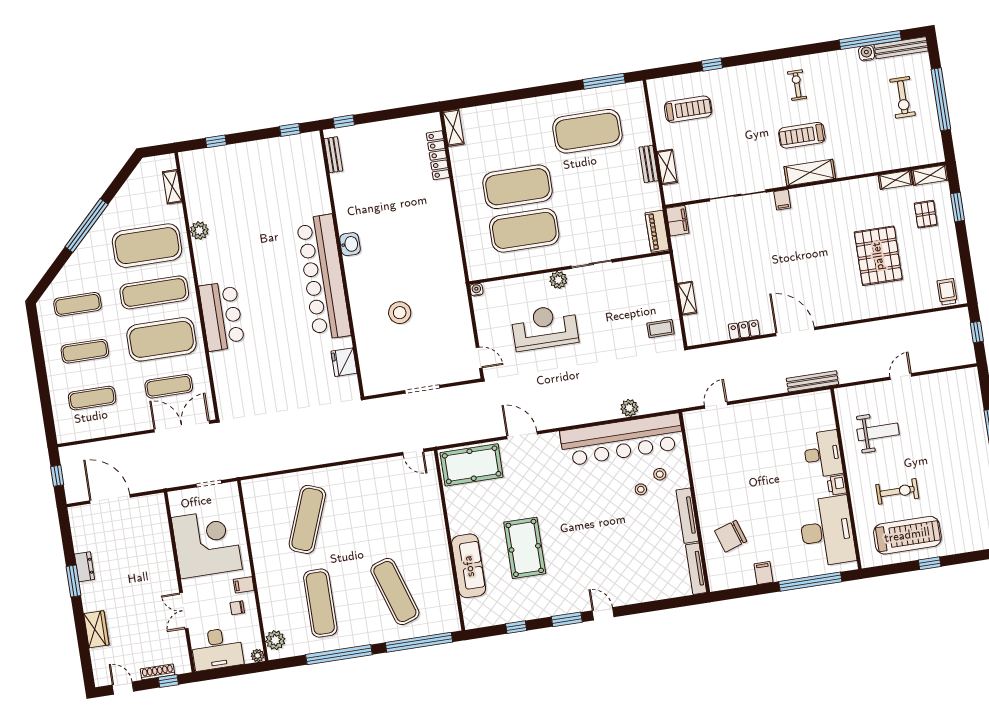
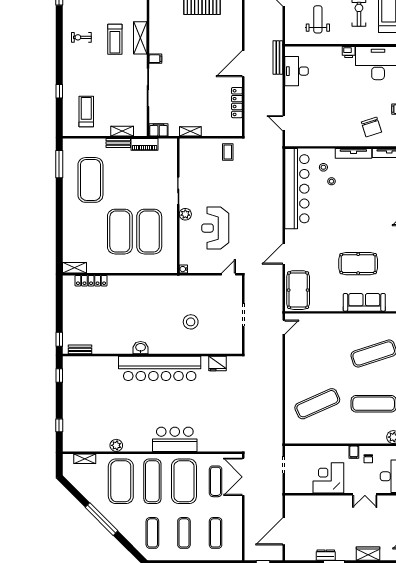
piano: (657, 231) -> (145, 144), moved
shelving: (687, 298) -> (190, 131), moved
locker: (744, 330) -> (237, 103), width x1.53
plant: (629, 408) -> (277, 181), removed
desk: (823, 454) -> (297, 71), moved, turned -90
exercise mat: (307, 519) -> (317, 404), turned -45
corner desk: (207, 543) -> (328, 478), width x0.74, depth x0.74

